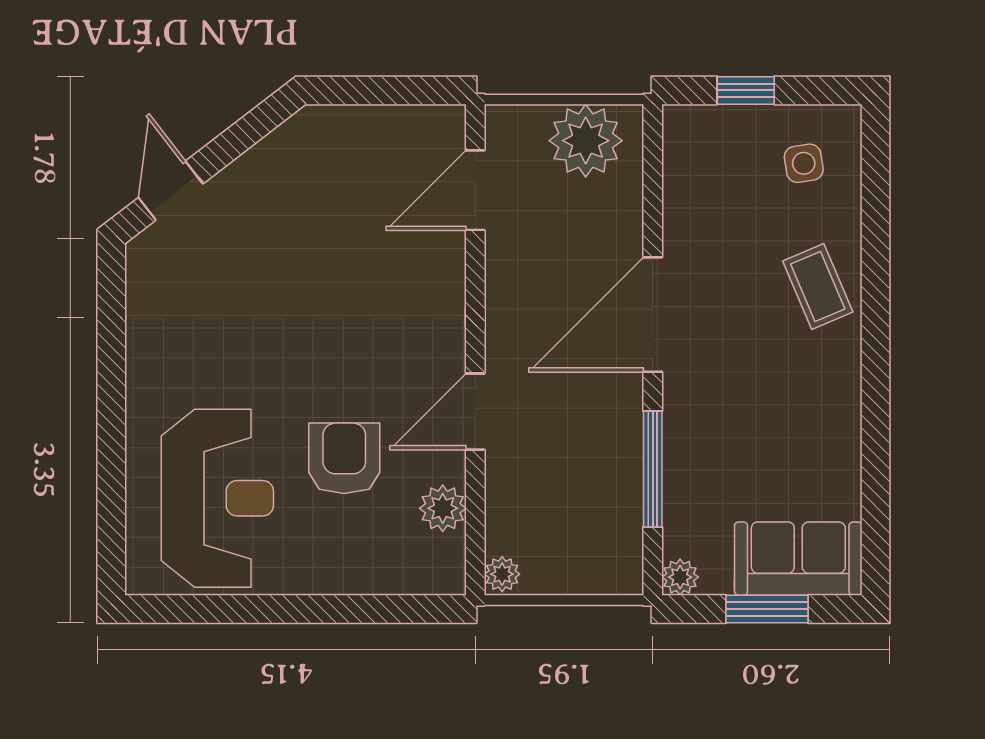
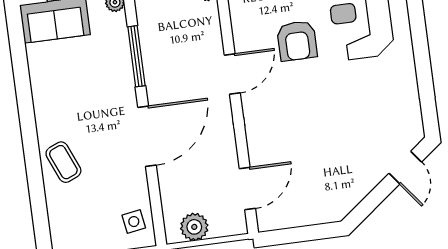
plant: (586, 141) -> (194, 227), width x0.73, depth x0.73
side table: (804, 163) -> (134, 222), moved
plant: (443, 508) -> (243, 22), removed

